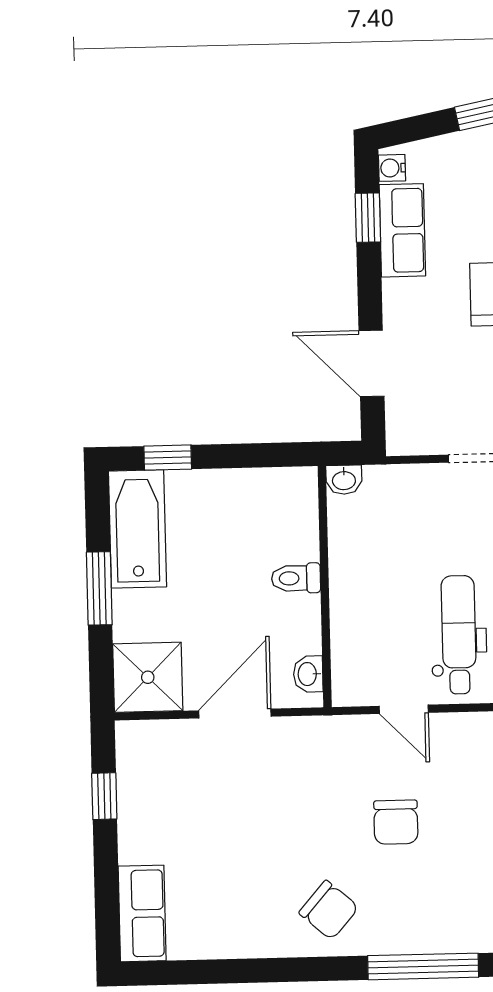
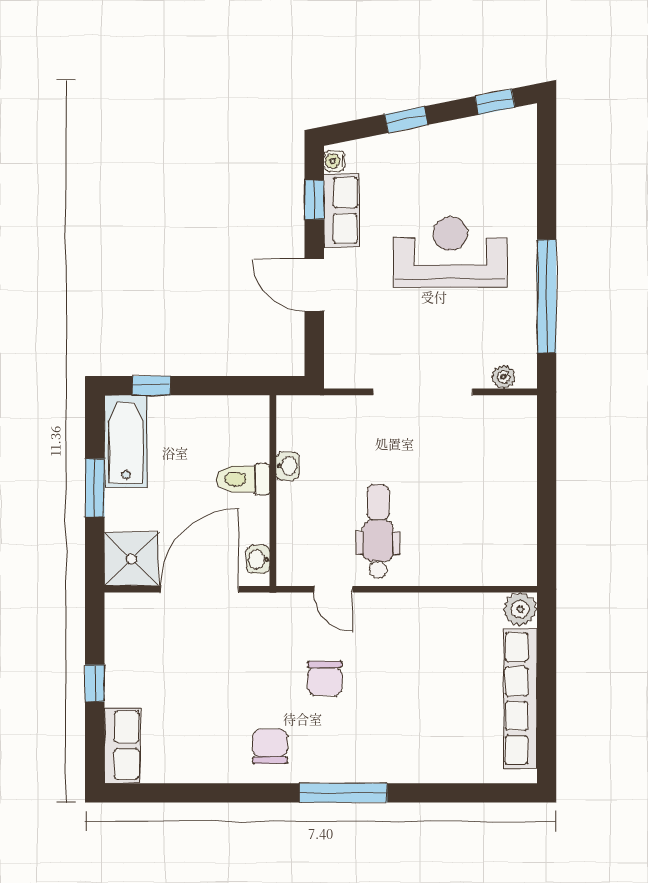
door: (371, 363) -> (314, 285), moved
washbasin: (344, 480) -> (288, 466), moved, turned -90
toilet: (296, 578) -> (243, 479), width x1.37, depth x1.39
door: (235, 713) -> (200, 589), width x1.36
window: (104, 796) -> (95, 683), moved
chair: (329, 910) -> (270, 746), turned -131

